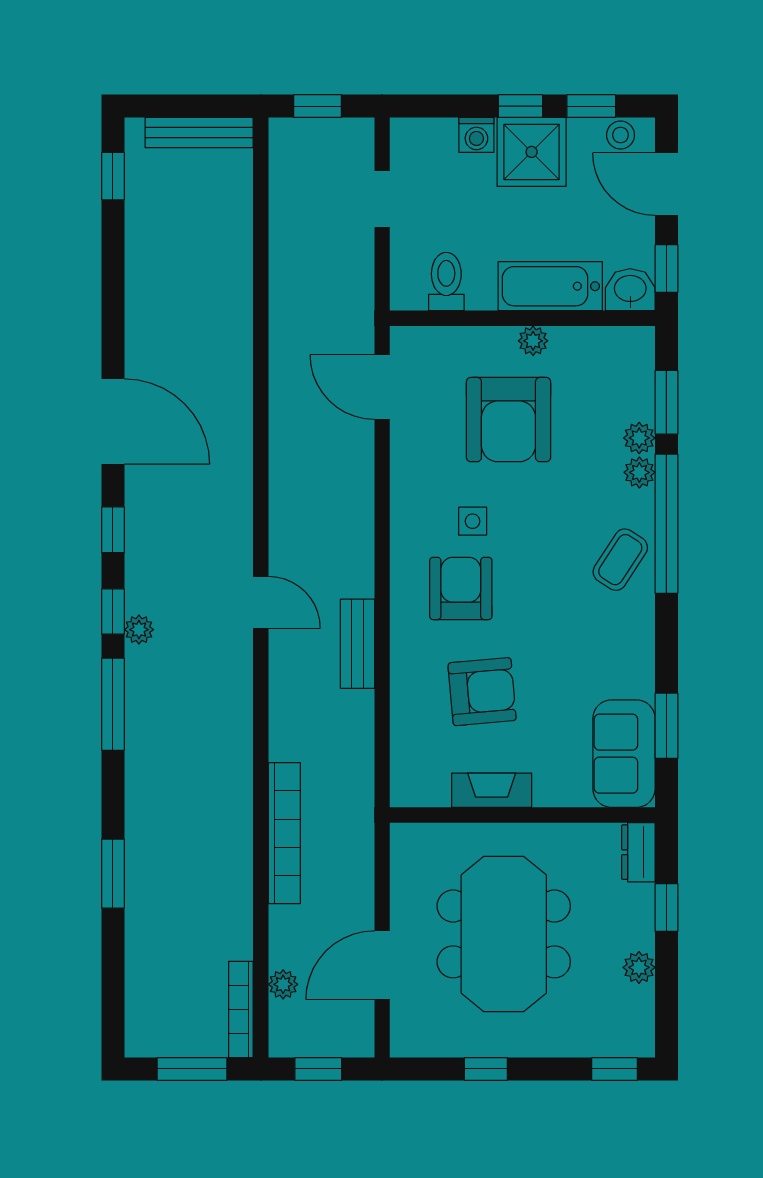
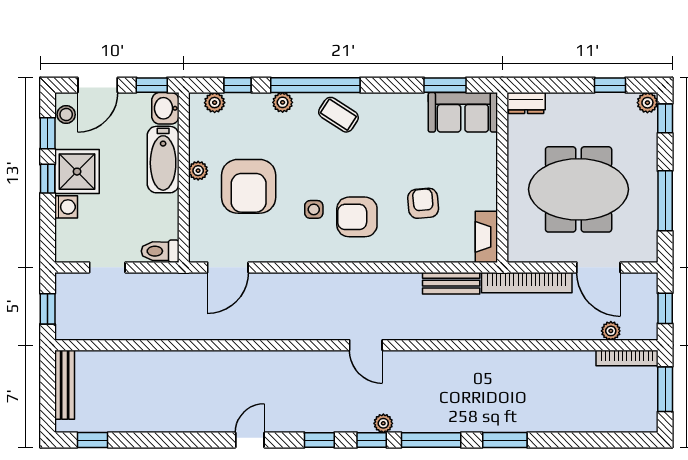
toilet: (446, 282) -> (160, 251), moved
window: (666, 402) -> (238, 85), width x0.67
armchair: (508, 420) -> (249, 186), turned 90
door: (113, 422) -> (250, 440), width x0.53
plant: (639, 438) -> (215, 103), moved
door: (261, 602) -> (366, 345), swing flipped
bench: (358, 644) -> (451, 283), moved
armchair: (482, 692) -> (423, 203), width x0.72, depth x0.72
fireplace: (492, 790) -> (486, 237), moved
bookcase: (284, 833) -> (527, 283), moved, turned 180
window: (113, 874) -> (505, 440), moved
window: (666, 908) -> (610, 85), moved
plant: (639, 967) -> (647, 103), moved
window: (486, 1069) -> (665, 201), width x2.17

